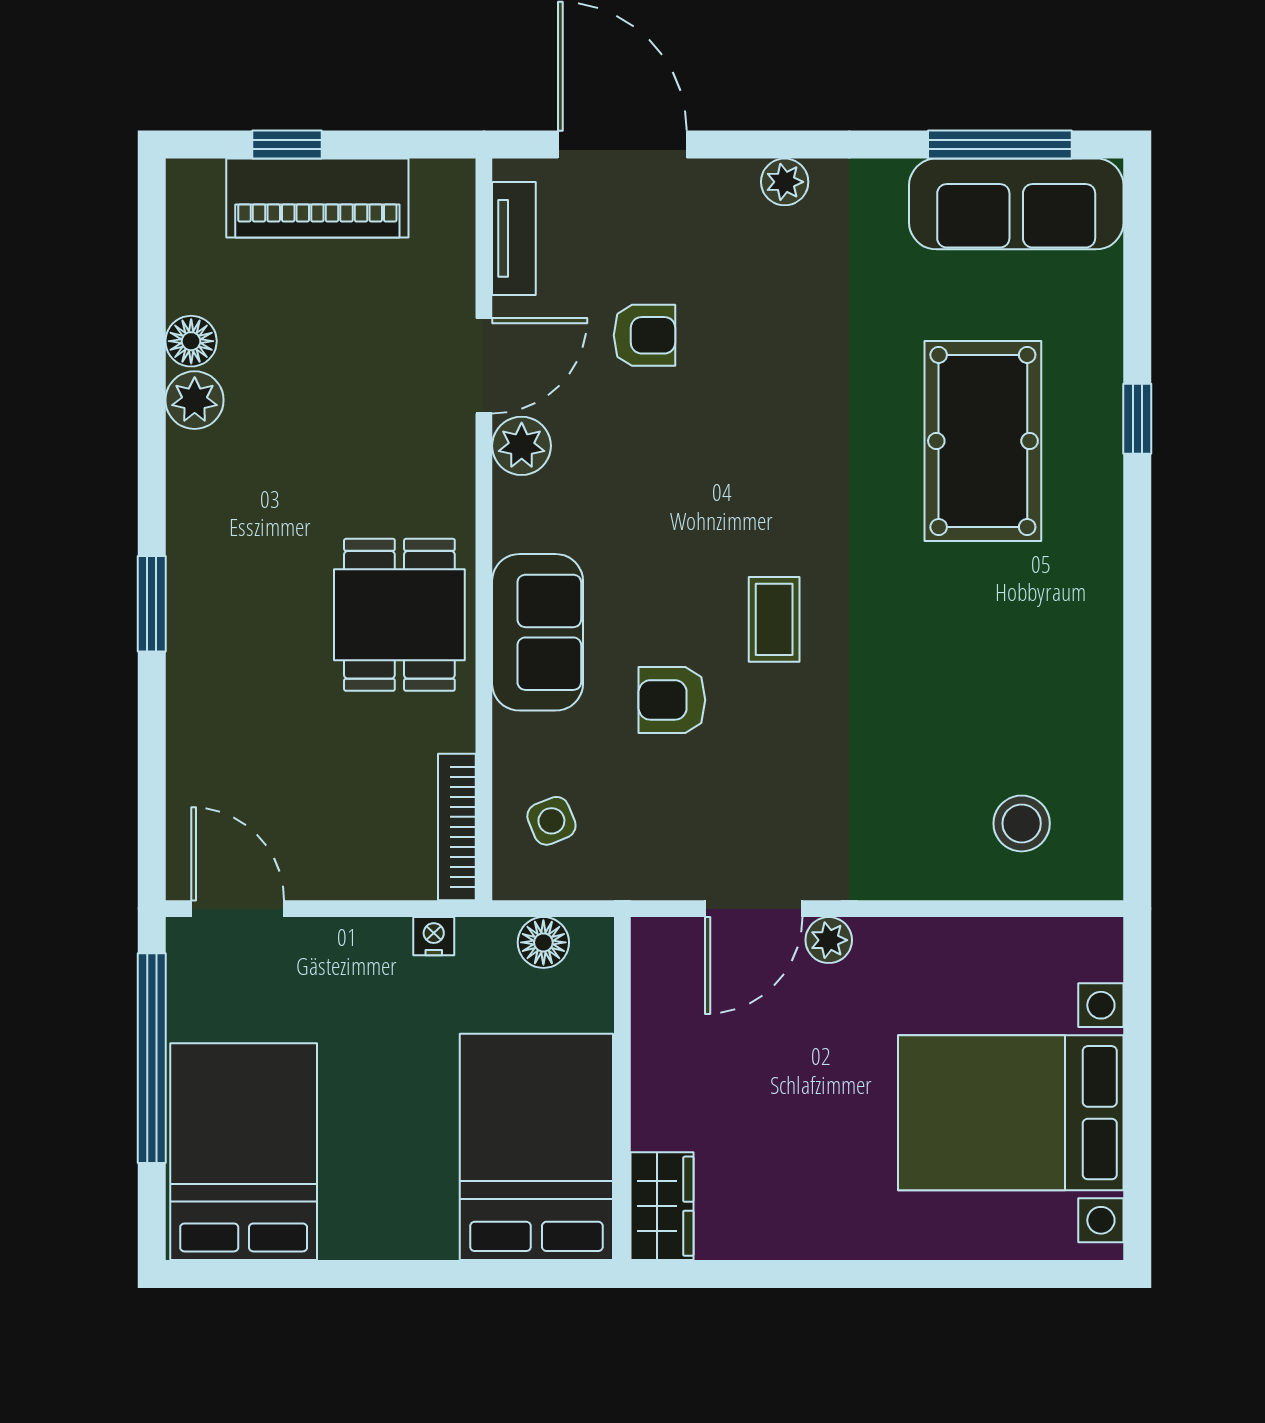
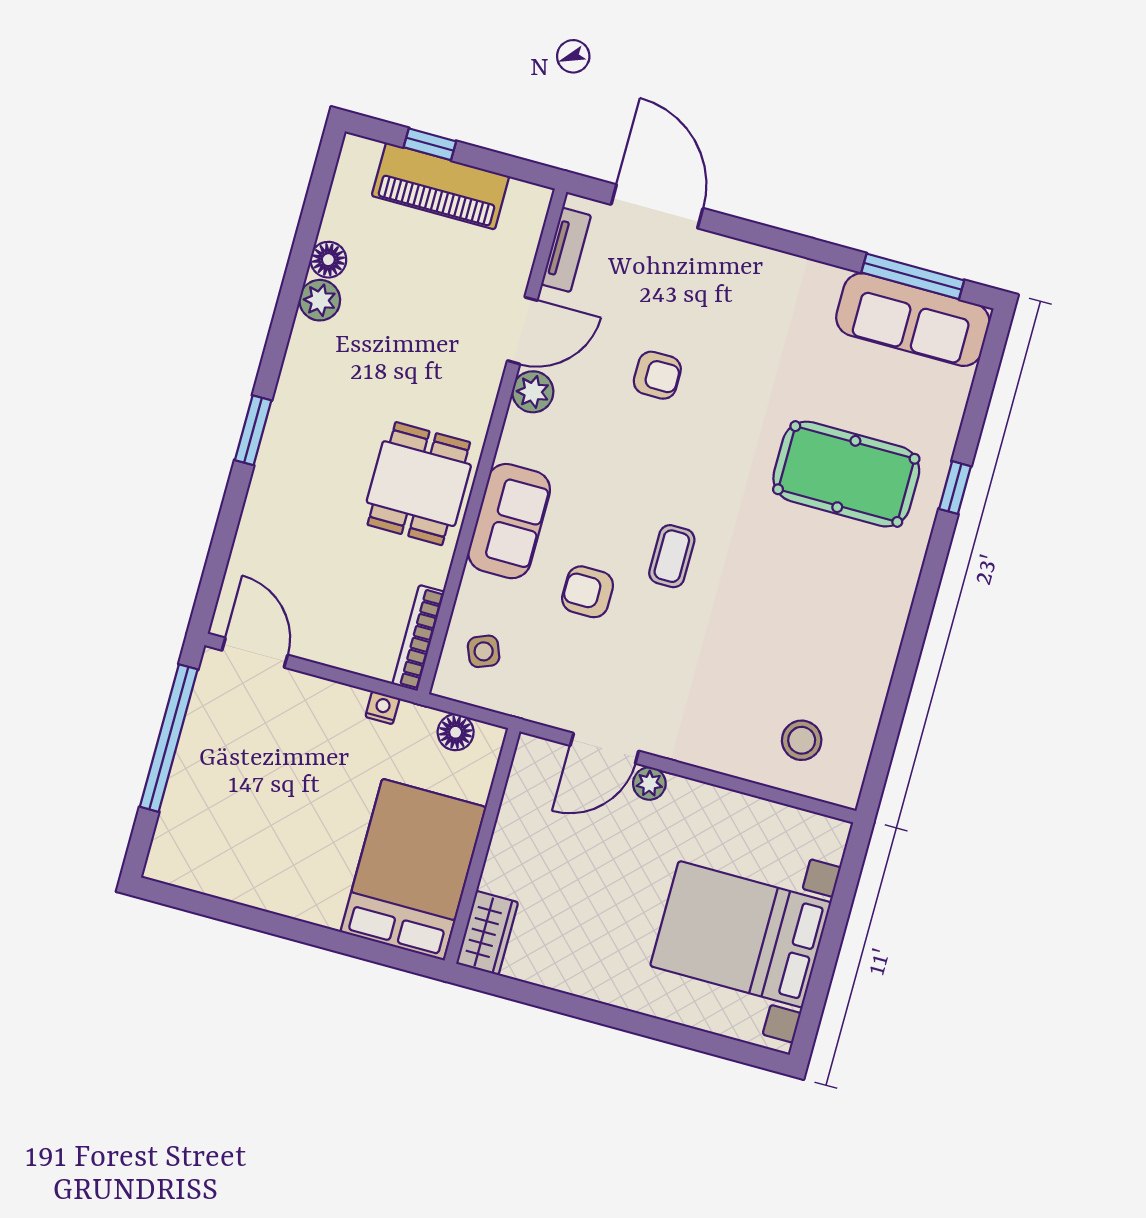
plant: (785, 182) -> (760, 262), removed
armchair: (644, 335) -> (657, 375), moved
pool table: (983, 441) -> (846, 474), turned 90
bed: (244, 1152) -> (214, 818), removed

